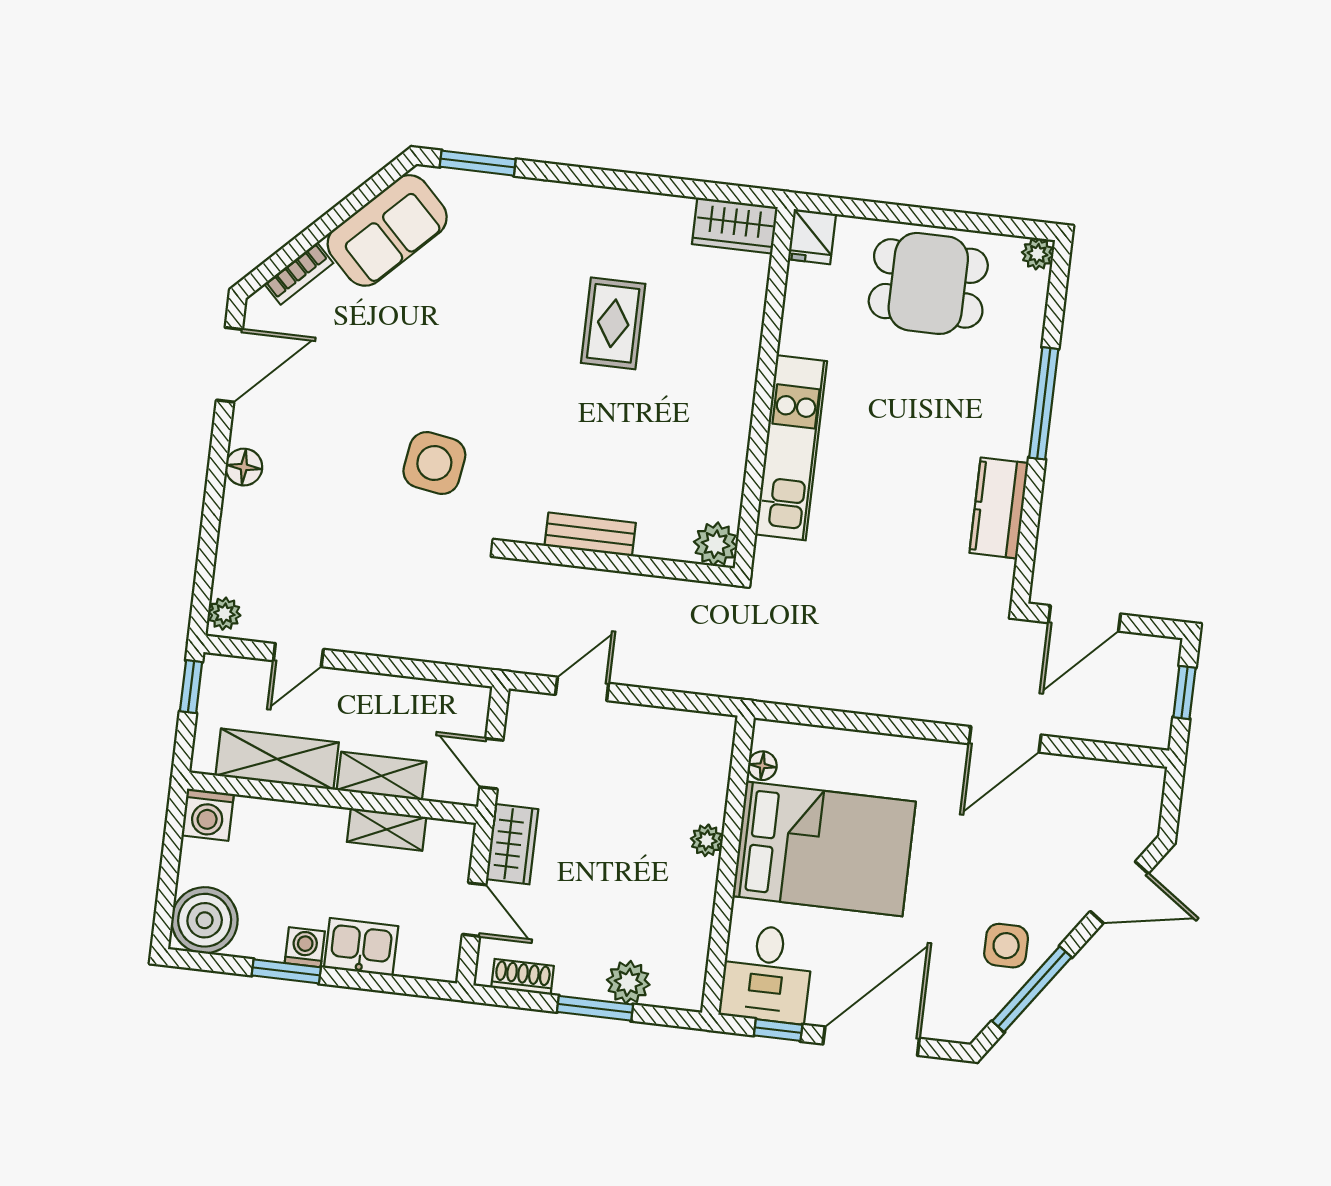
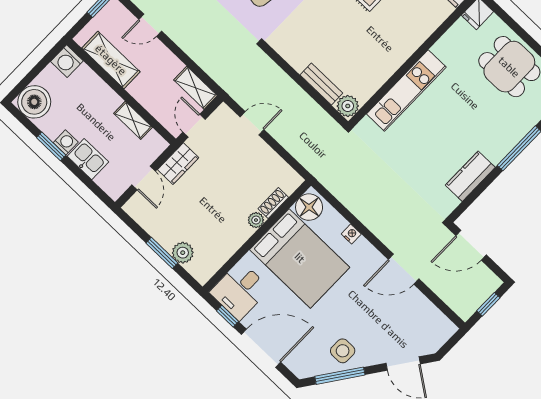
bench: (590, 534) -> (321, 84), moved
nightstand: (877, 747) -> (351, 234), added
floor lamp: (762, 766) -> (309, 207), width x1.89, depth x1.89
shelving: (382, 776) -> (196, 88), moved
shoe rack: (523, 977) -> (273, 203), moved, turned -90

